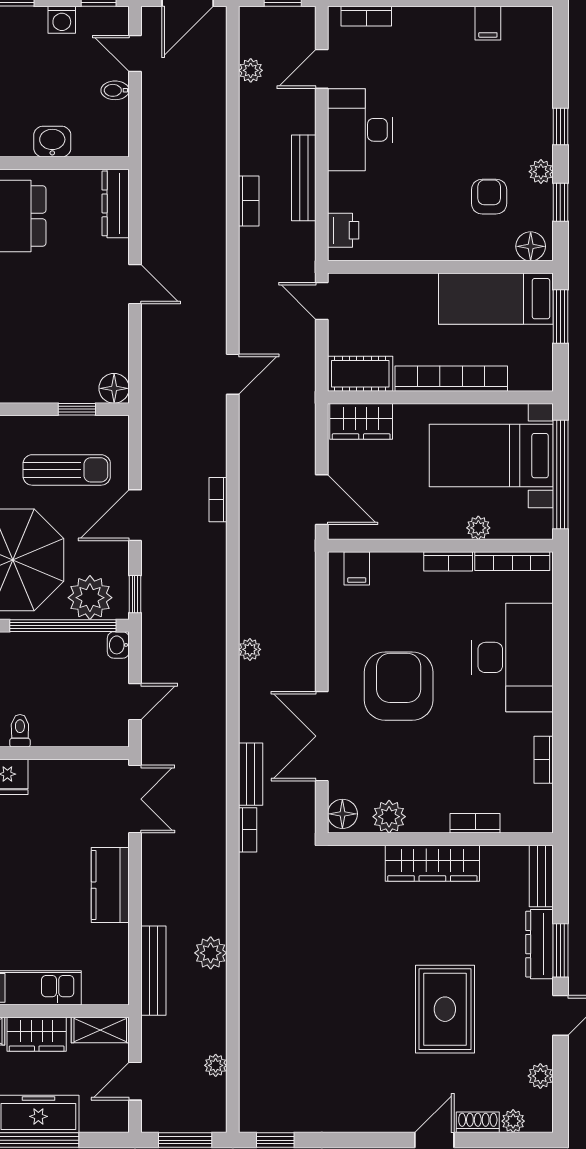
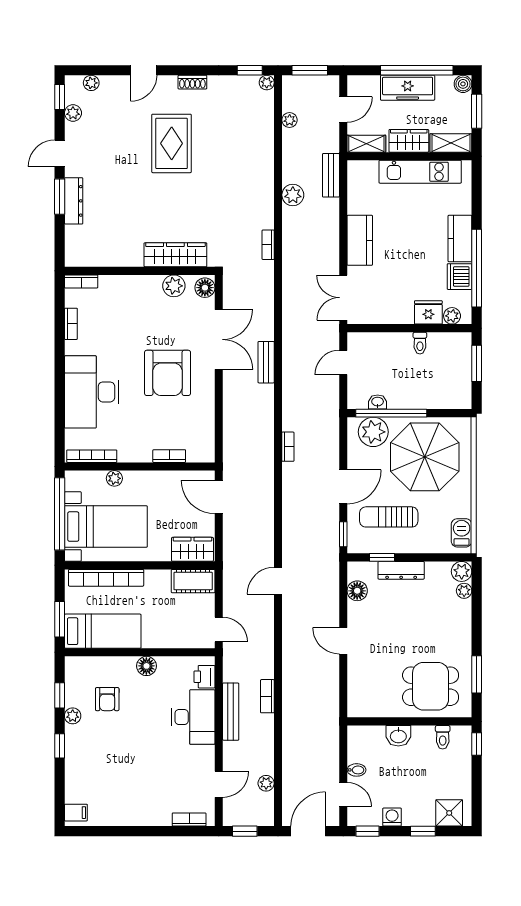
filing cabinet: (488, 23) -> (76, 813), moved, turned 90
desk: (360, 130) -> (193, 717), moved
dresser: (116, 203) -> (401, 570), moved, turned 90
floor lamp: (531, 246) -> (146, 666), moved
bookcase: (451, 379) -> (106, 578), moved
floor lamp: (114, 388) -> (357, 591), moved
bookcase: (218, 500) -> (288, 447), moved
bookcase: (448, 561) -> (169, 456), moved
filing cabinet: (357, 568) -> (195, 451), removed
window: (135, 594) -> (343, 534), moved
washbasin: (118, 645) -> (378, 402), moved, turned -90
plant: (250, 649) -> (267, 83), moved
bench: (251, 774) -> (266, 362), moved
bookcase: (475, 823) -> (81, 281), moved
bookcase: (248, 830) -> (268, 245), moved
wardrobe: (432, 863) -> (175, 255), moved
bench: (541, 876) -> (72, 246), removed
bench: (153, 971) -> (331, 175), width x0.73
rug: (445, 1009) -> (172, 143), moved
window: (560, 1100) -> (60, 97), added
shoe rack: (478, 1122) -> (192, 82), moved

